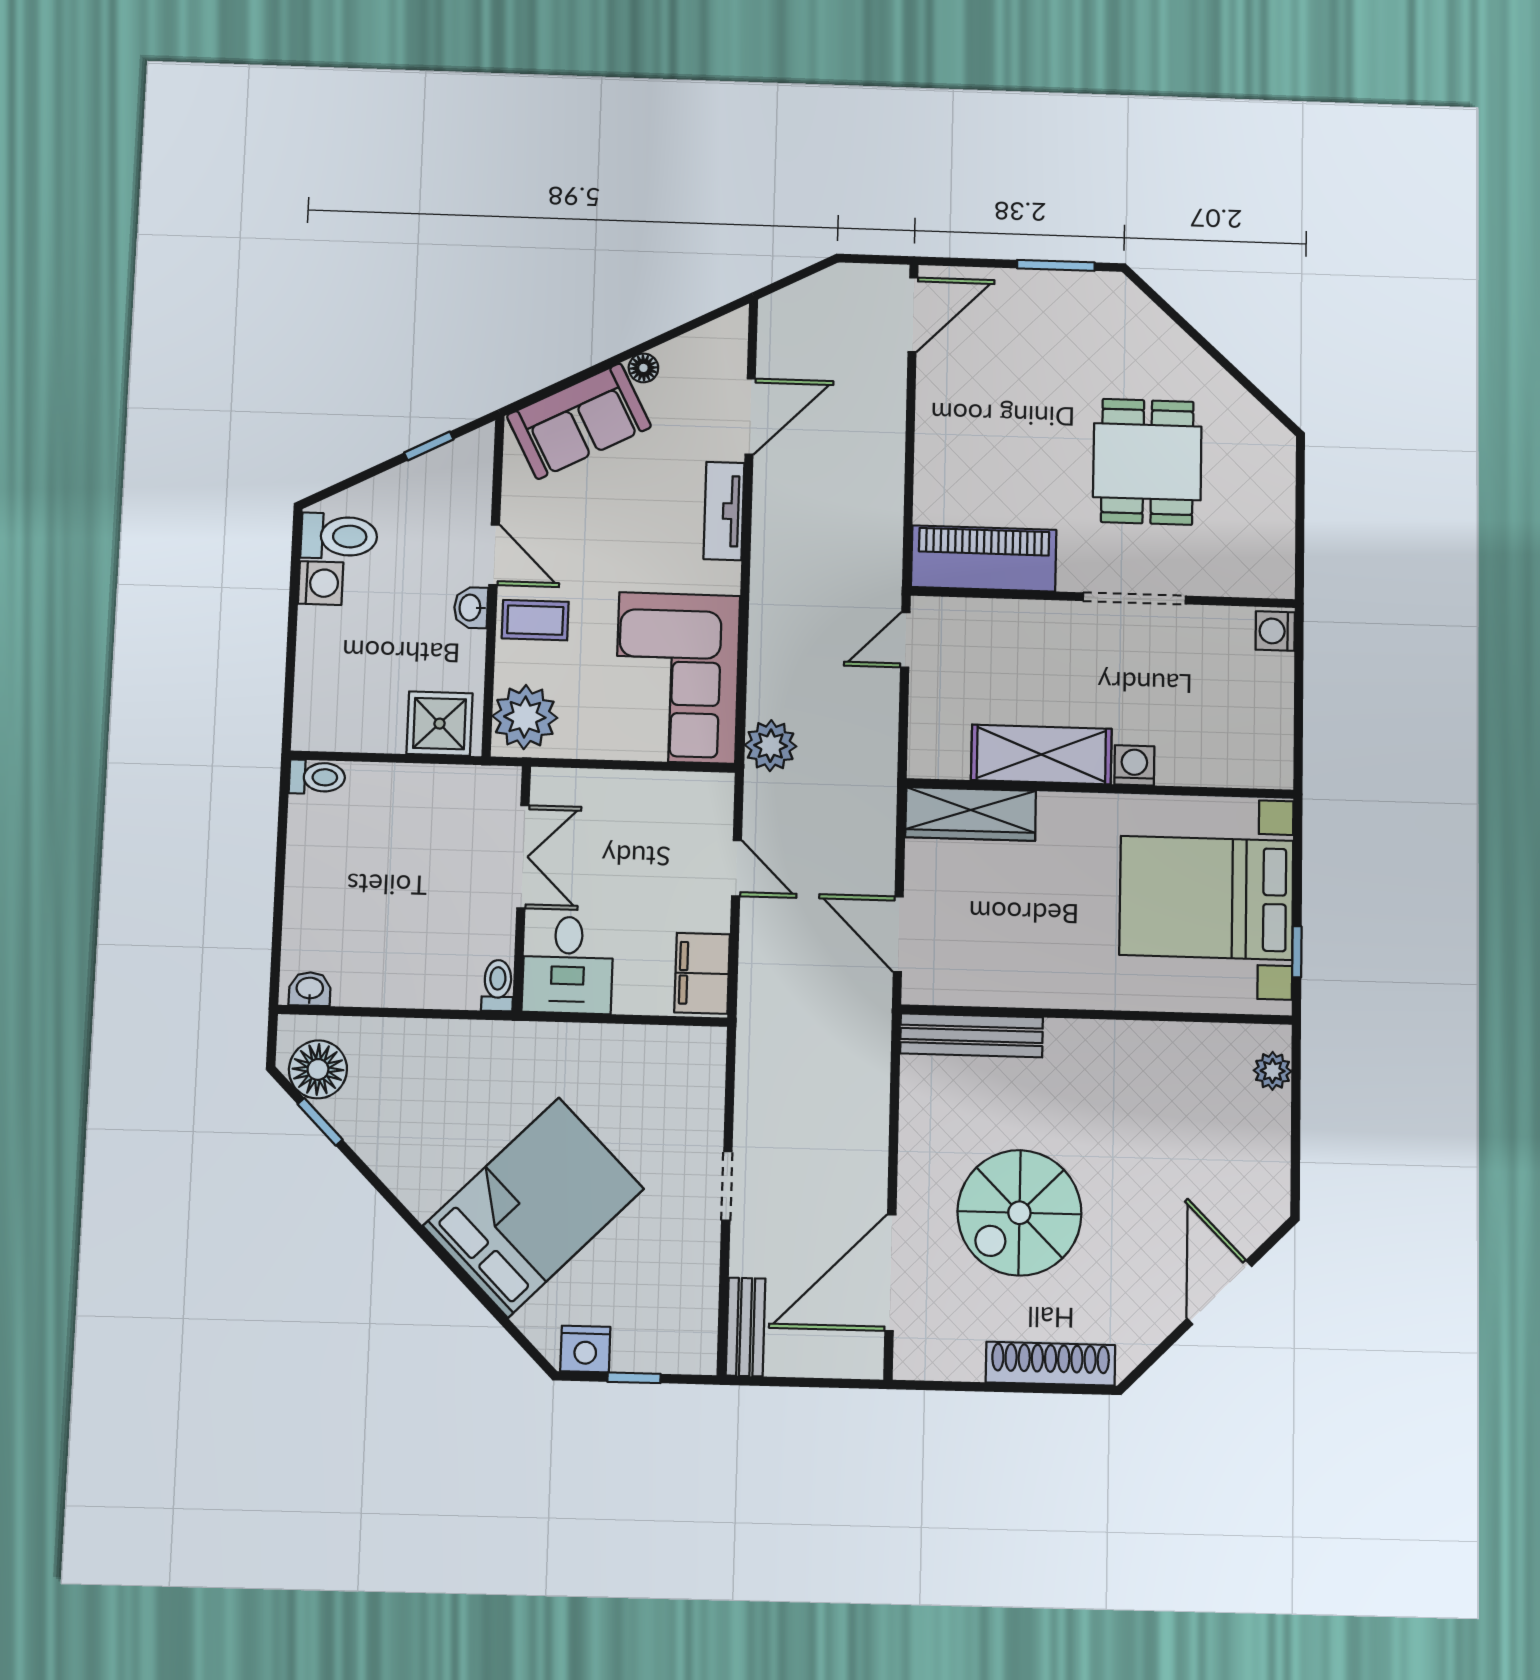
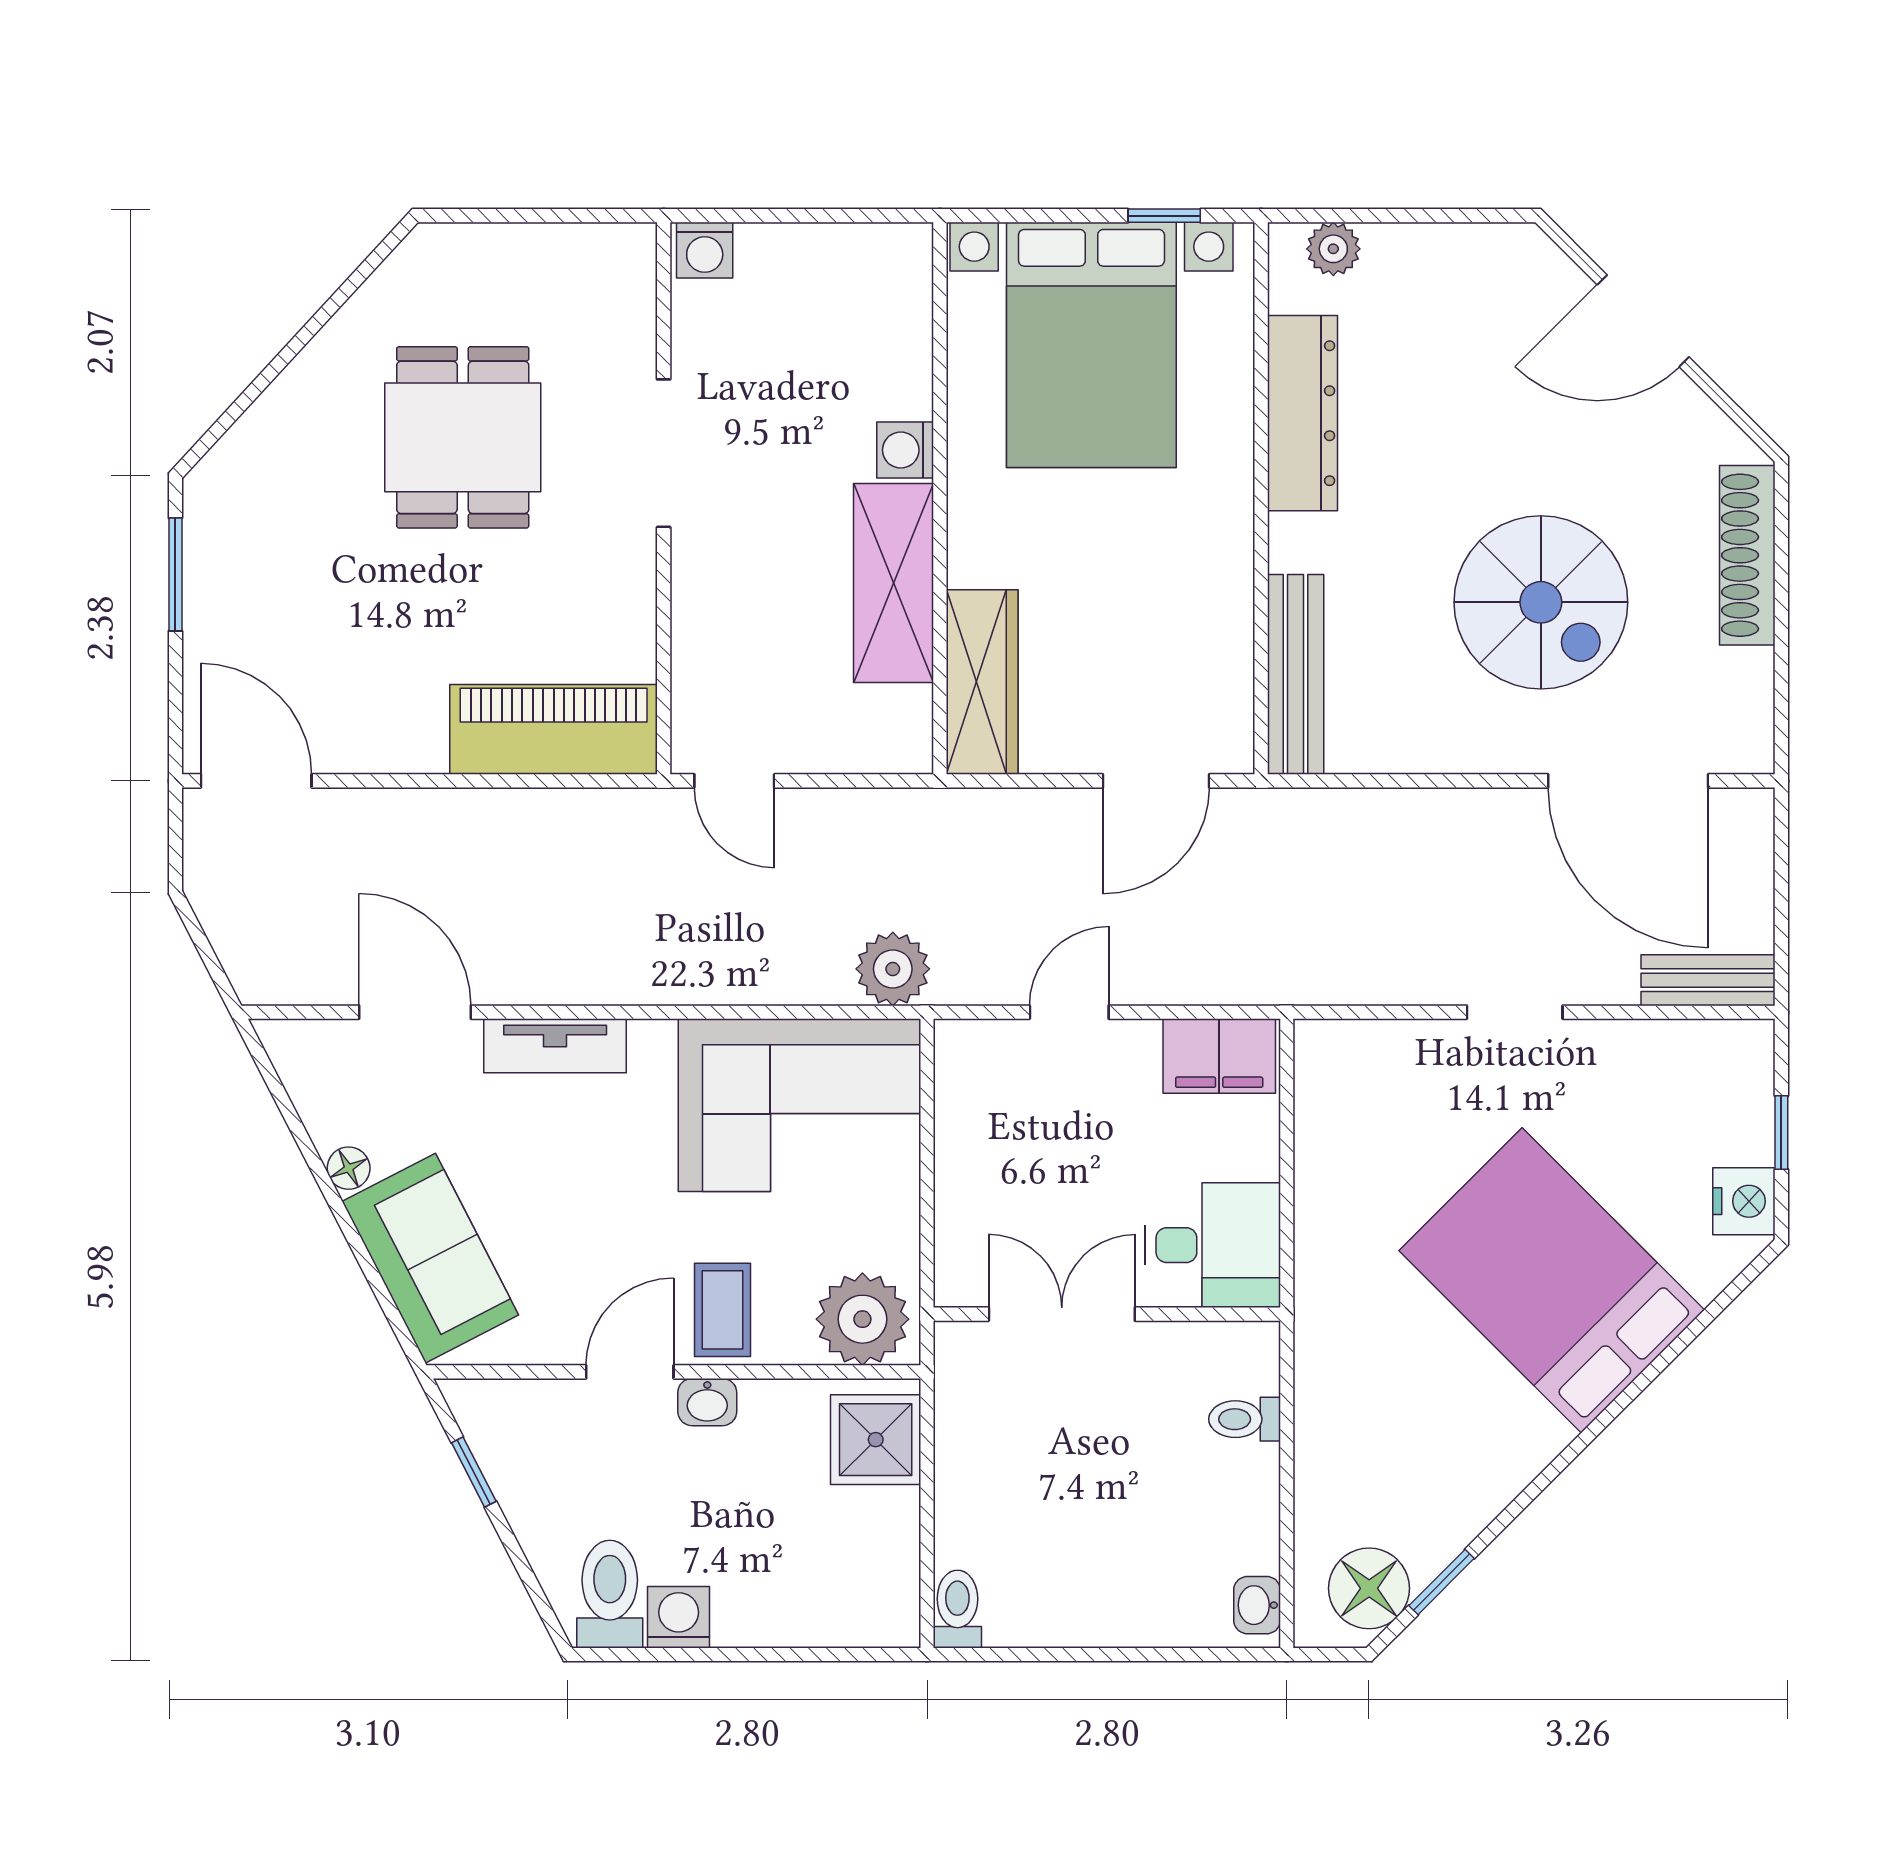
dining table: (1147, 462) -> (463, 437), turned 90
piano: (984, 558) -> (554, 729), moved, turned 90
toilet: (498, 986) -> (1245, 1419), moved
dresser: (1156, 1046) -> (1302, 413), added

